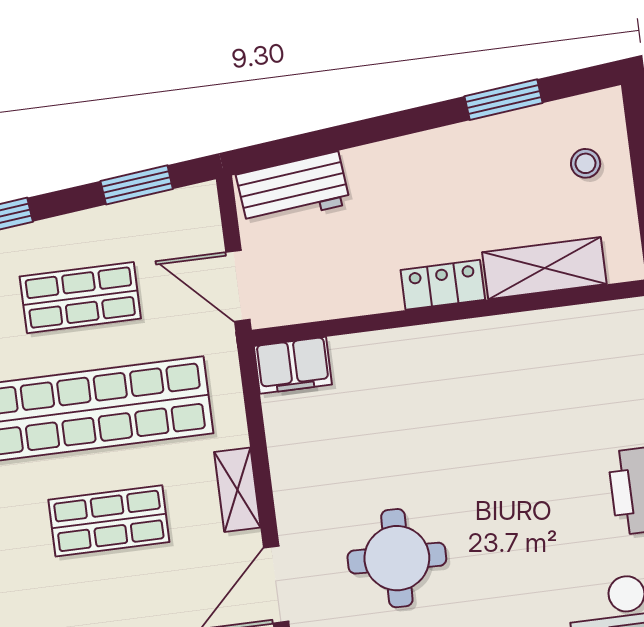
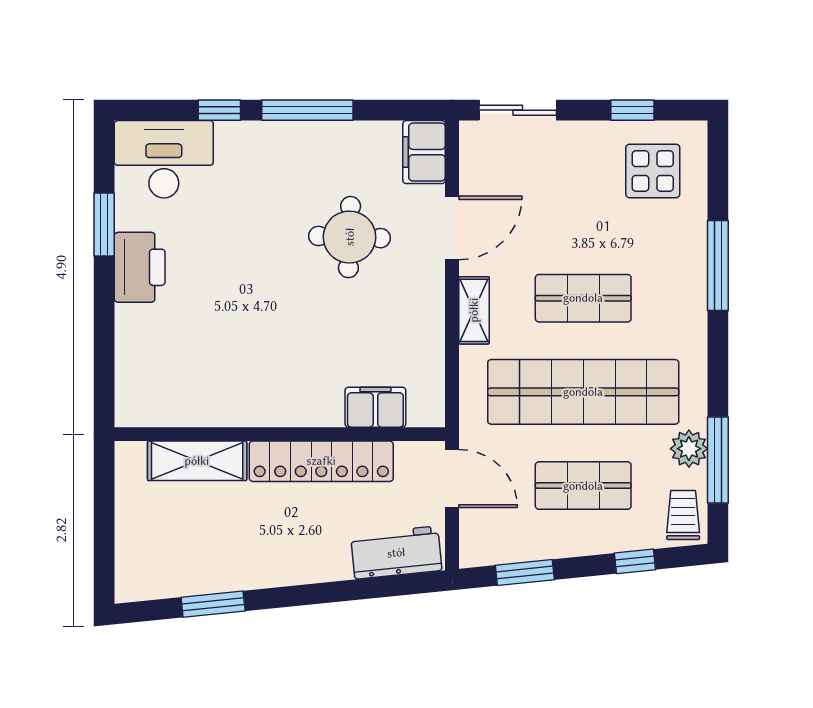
stool: (586, 163) -> (152, 543), removed
locker: (443, 285) -> (321, 461), width x2.16, depth x1.21
filing cabinet: (293, 365) -> (375, 407), moved

